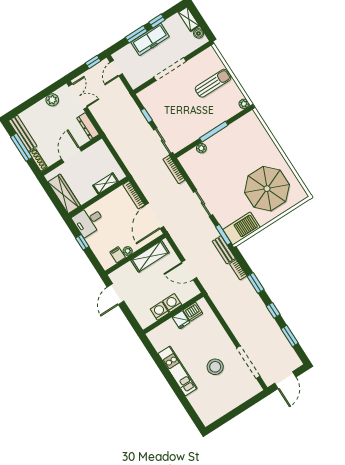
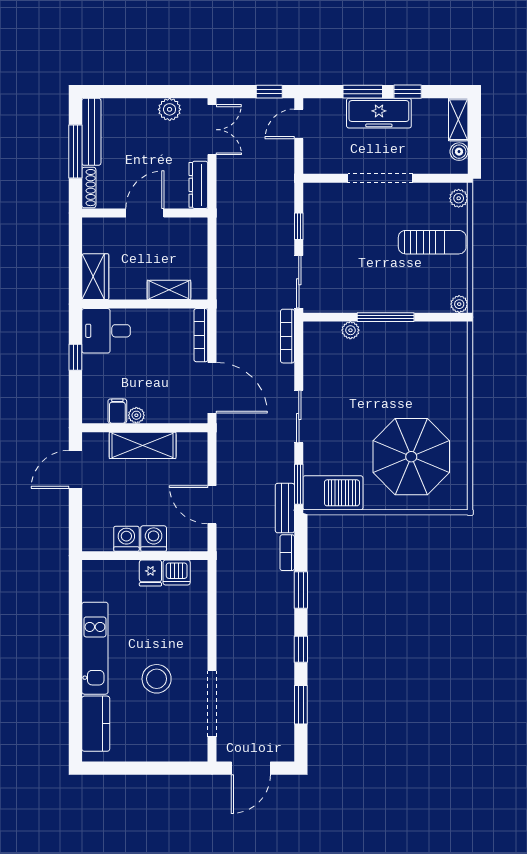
plant: (212, 55) -> (459, 198), added
wardrobe: (64, 194) -> (95, 277), width x0.67
door: (154, 216) -> (212, 388), swing flipped
shelving: (150, 256) -> (143, 445), moved
kitchen counter: (200, 406) -> (96, 724), added

